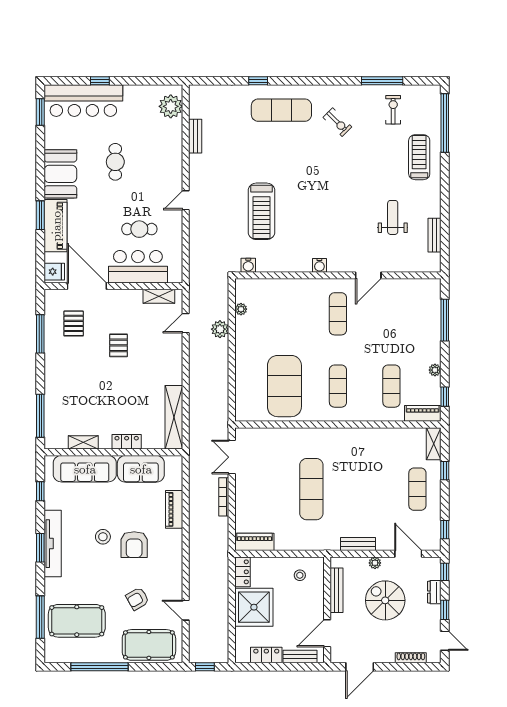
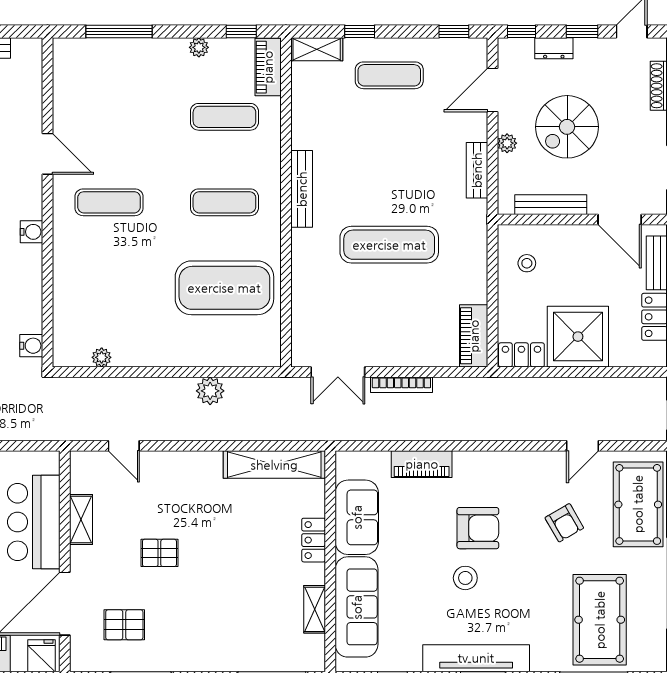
shelving: (159, 296) -> (81, 520), moved
plant: (220, 329) -> (210, 391), moved
bench: (346, 434) -> (302, 189), added

